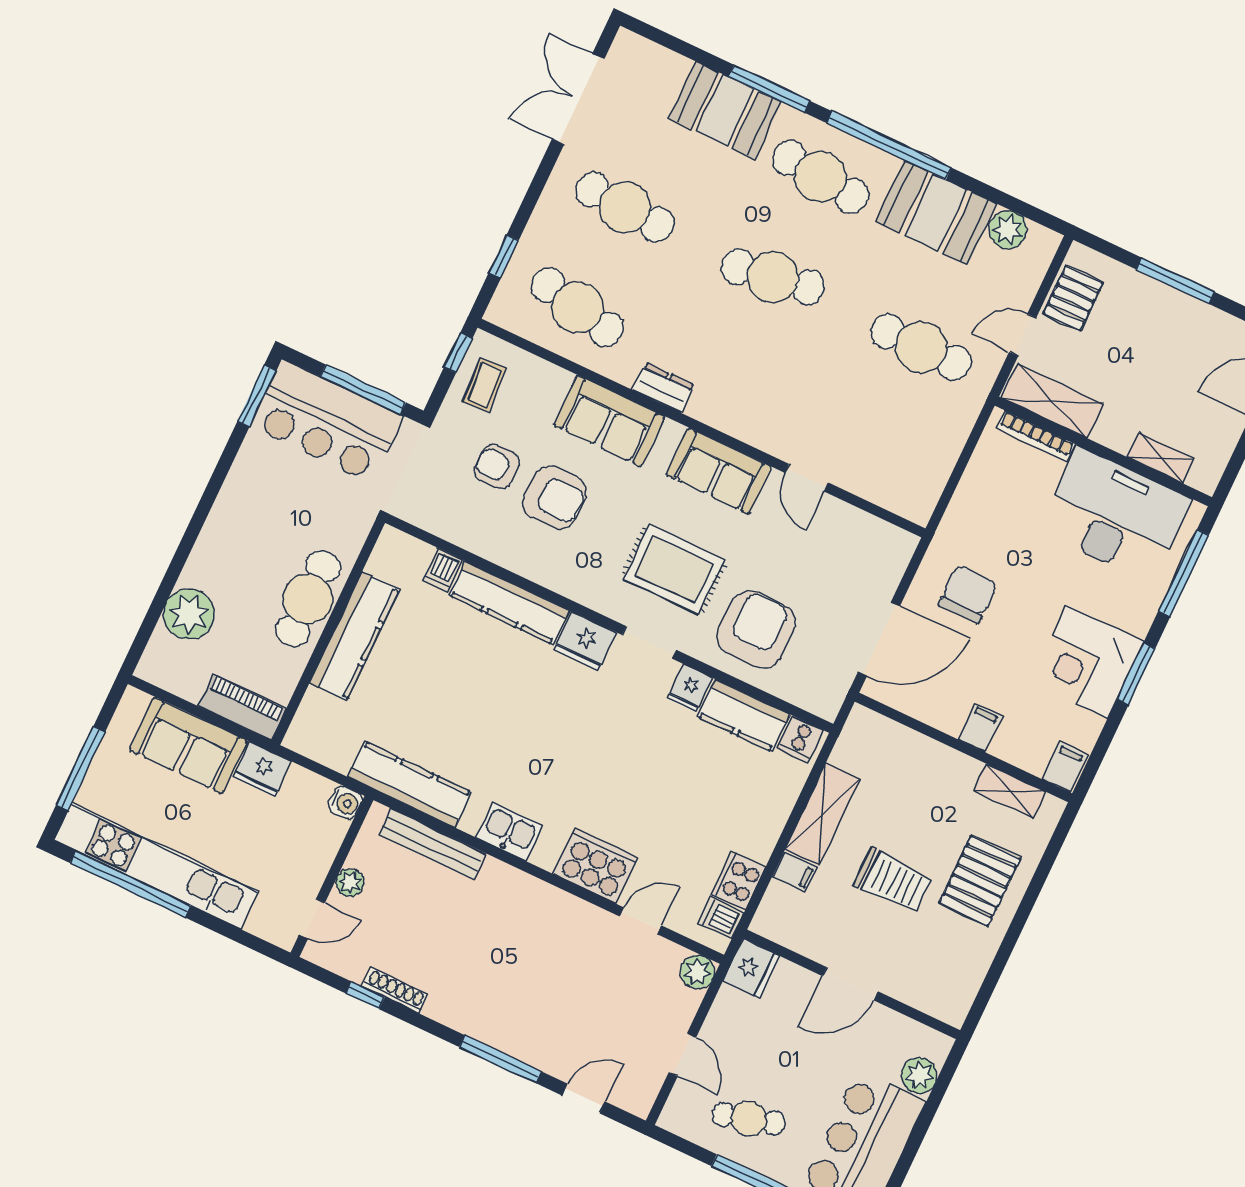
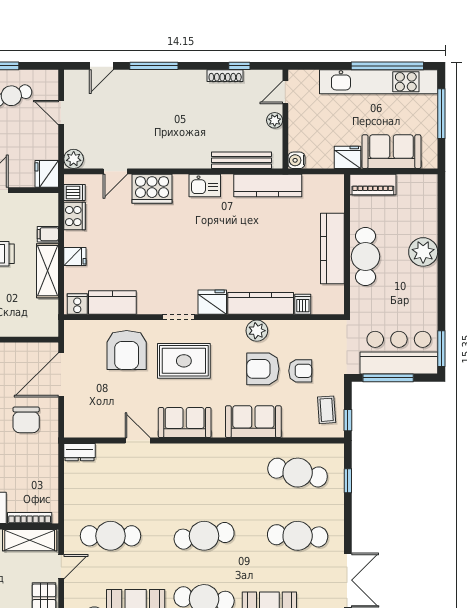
dresser: (663, 388) -> (79, 452), moved
plant: (536, 563) -> (257, 331), added
plant: (189, 614) -> (423, 252), moved
fridge: (690, 688) -> (75, 256), moved, turned 90

